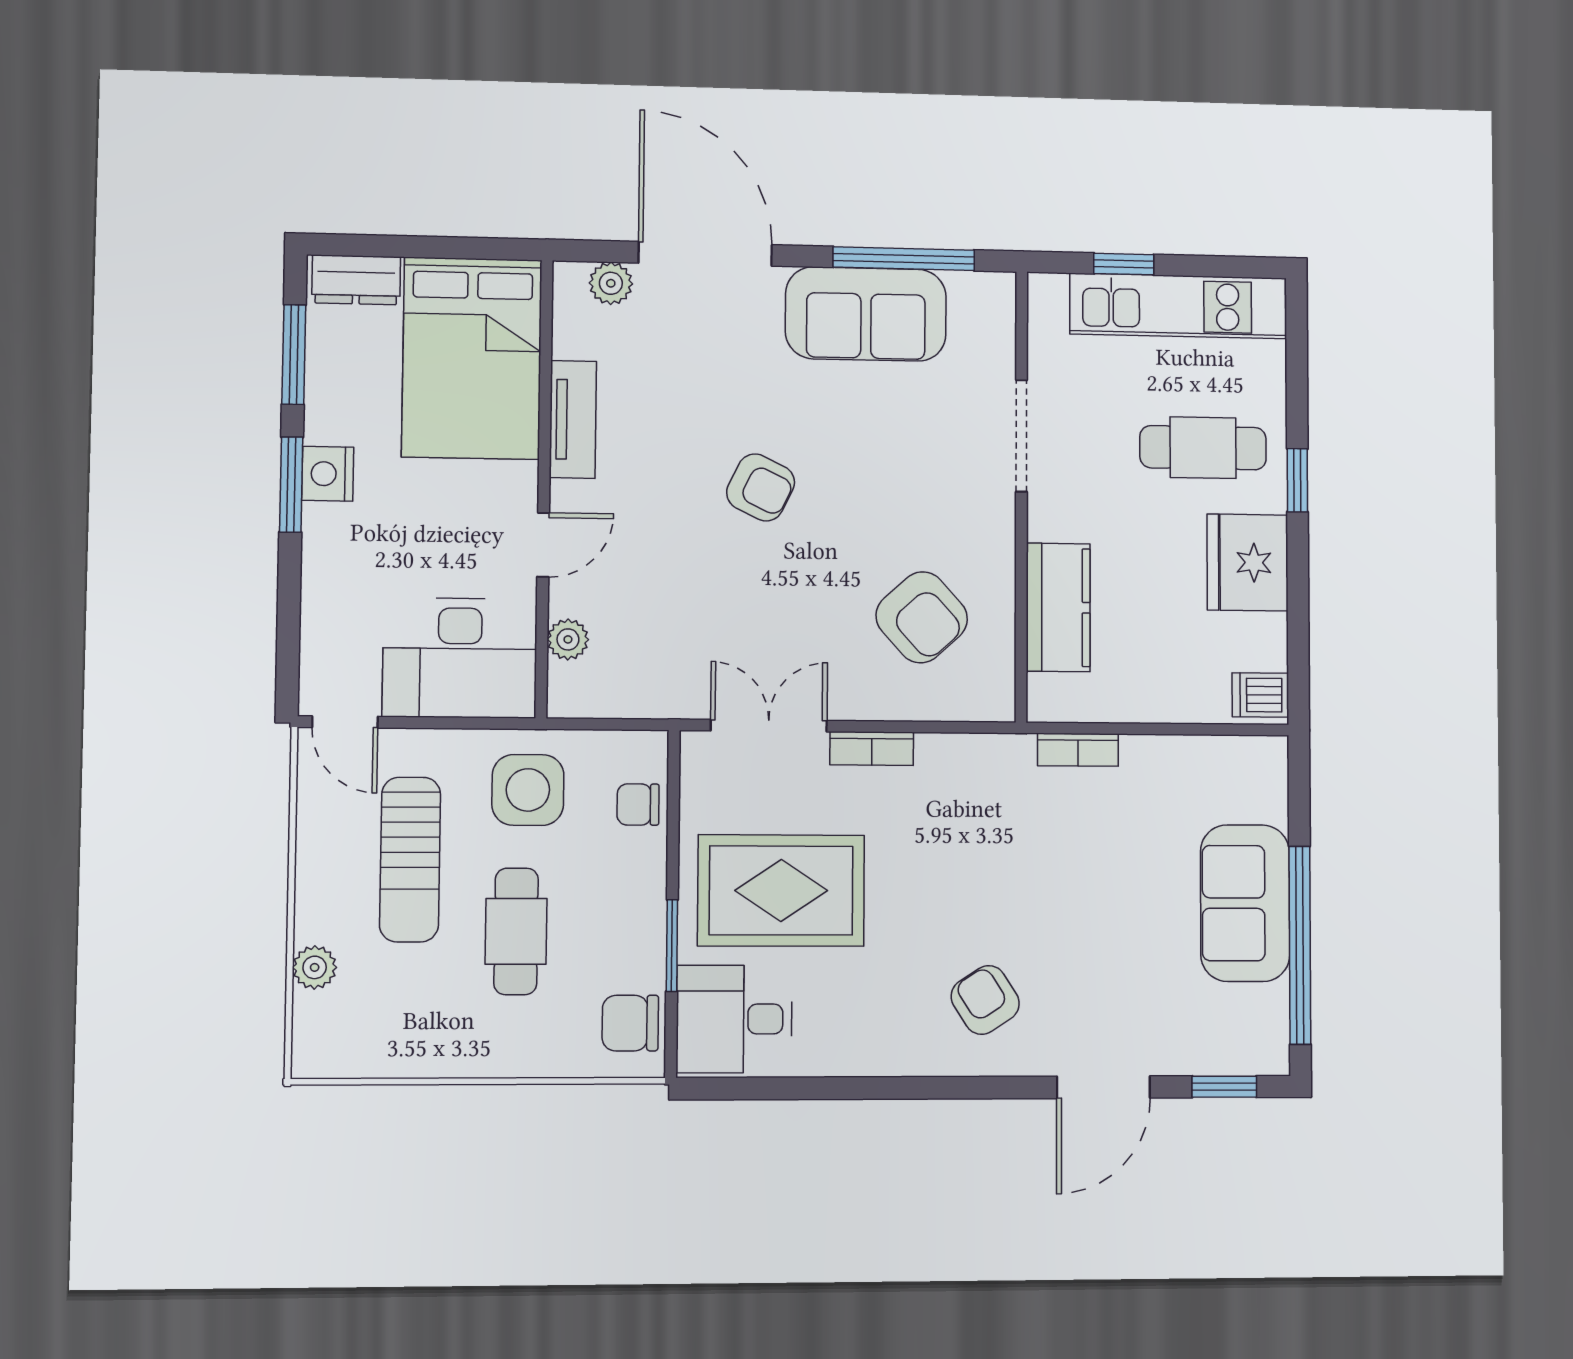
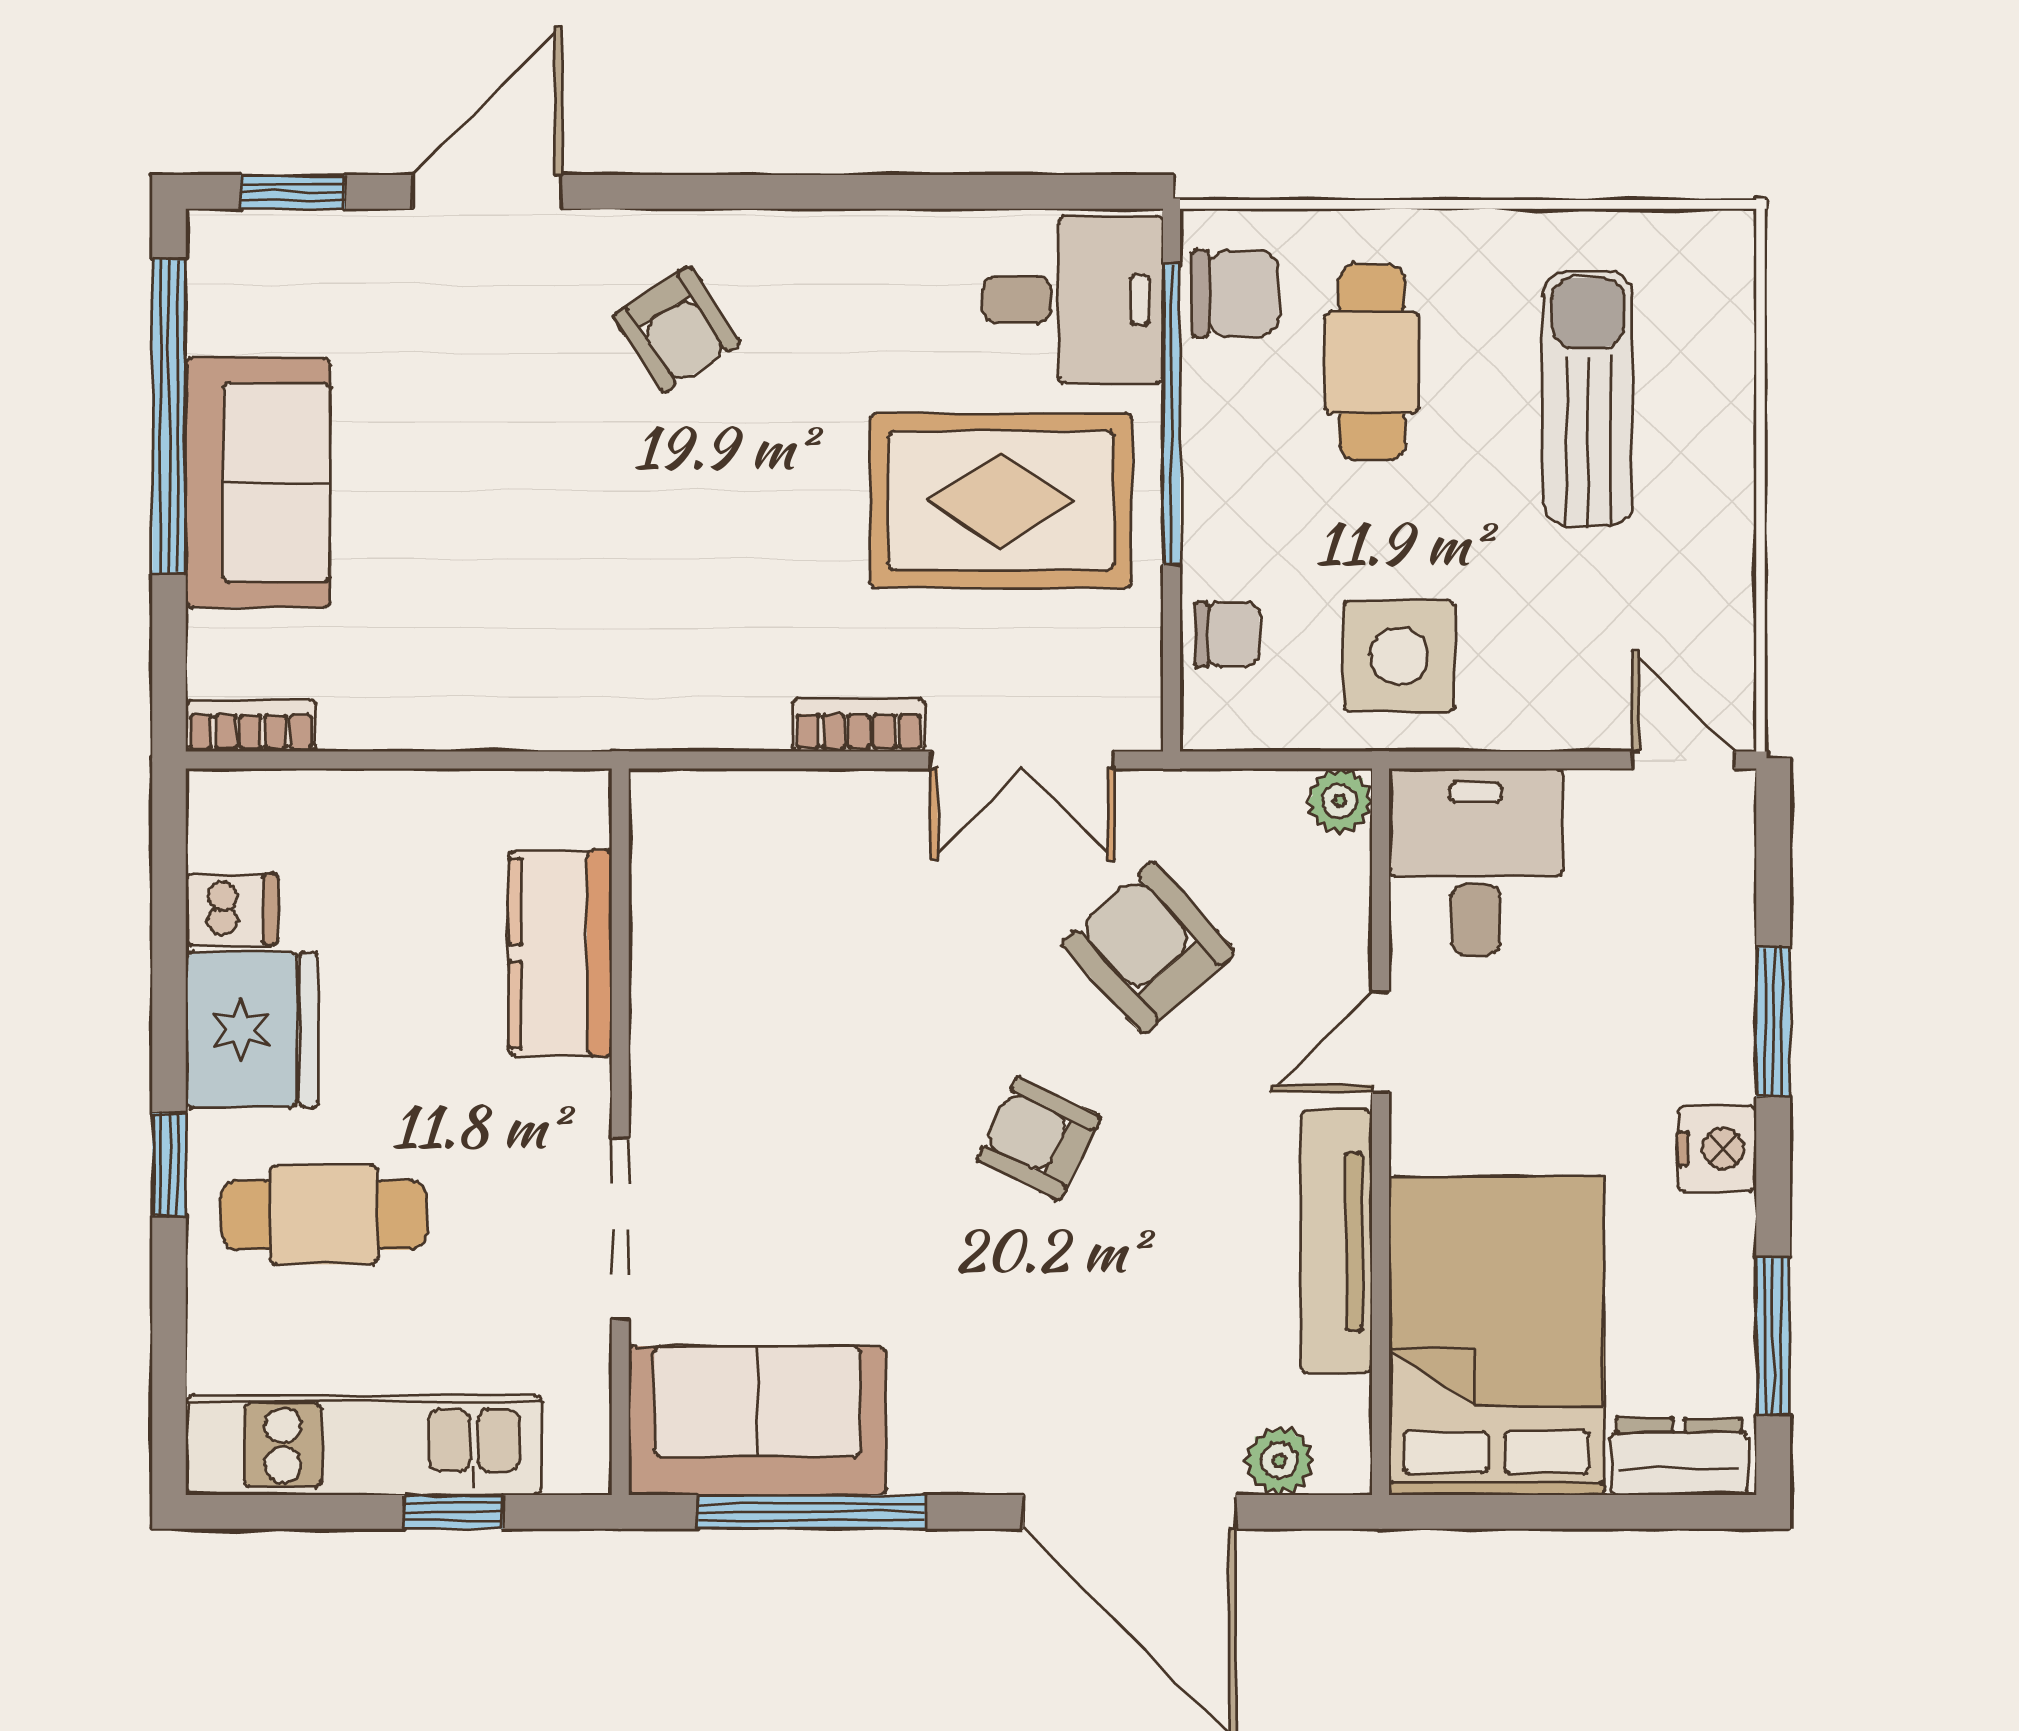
sofa: (866, 314) -> (757, 1421), moved
tv unit: (573, 419) -> (1336, 1242), width x1.41
window: (291, 485) -> (1773, 1022), moved
armchair: (922, 617) -> (1148, 948), moved
plant: (568, 639) -> (1340, 801), moved
desk: (460, 658) -> (1475, 862), width x0.73
dishwasher: (1260, 695) -> (232, 909), moved
bookcase: (1078, 750) -> (251, 726), moved
sun lounger: (410, 859) -> (1588, 398), moved
cafe table: (516, 931) -> (1372, 362), moved
window: (672, 946) -> (1172, 414), width x2.11
plant: (315, 967) -> (1723, 380), removed

